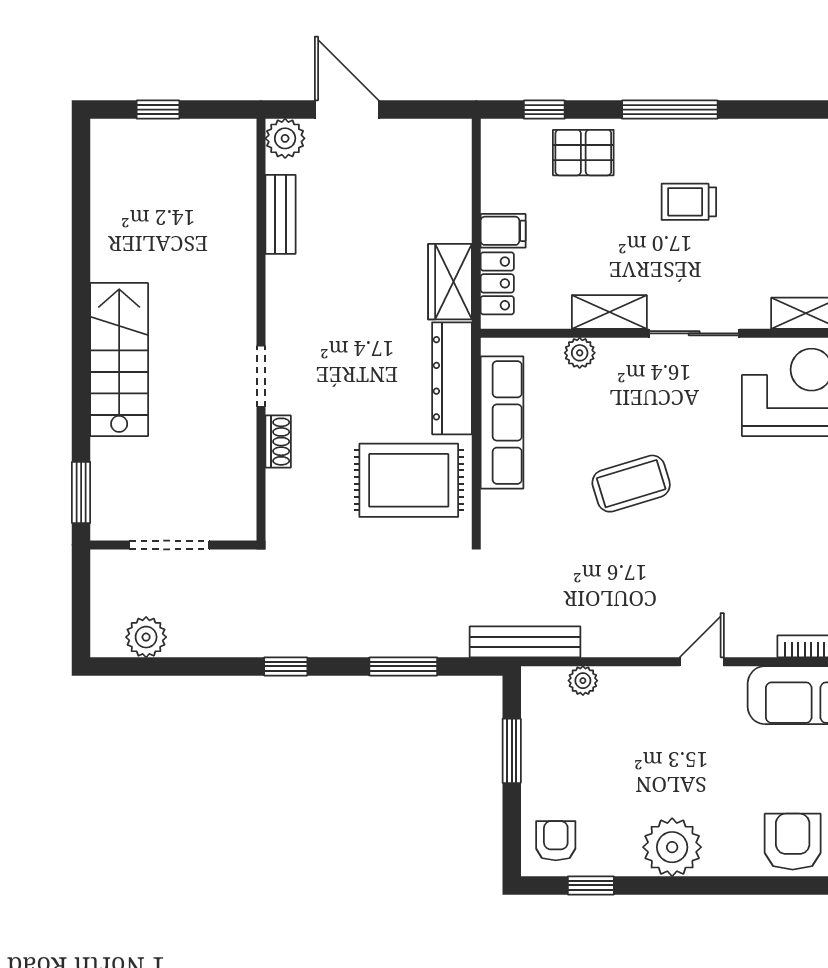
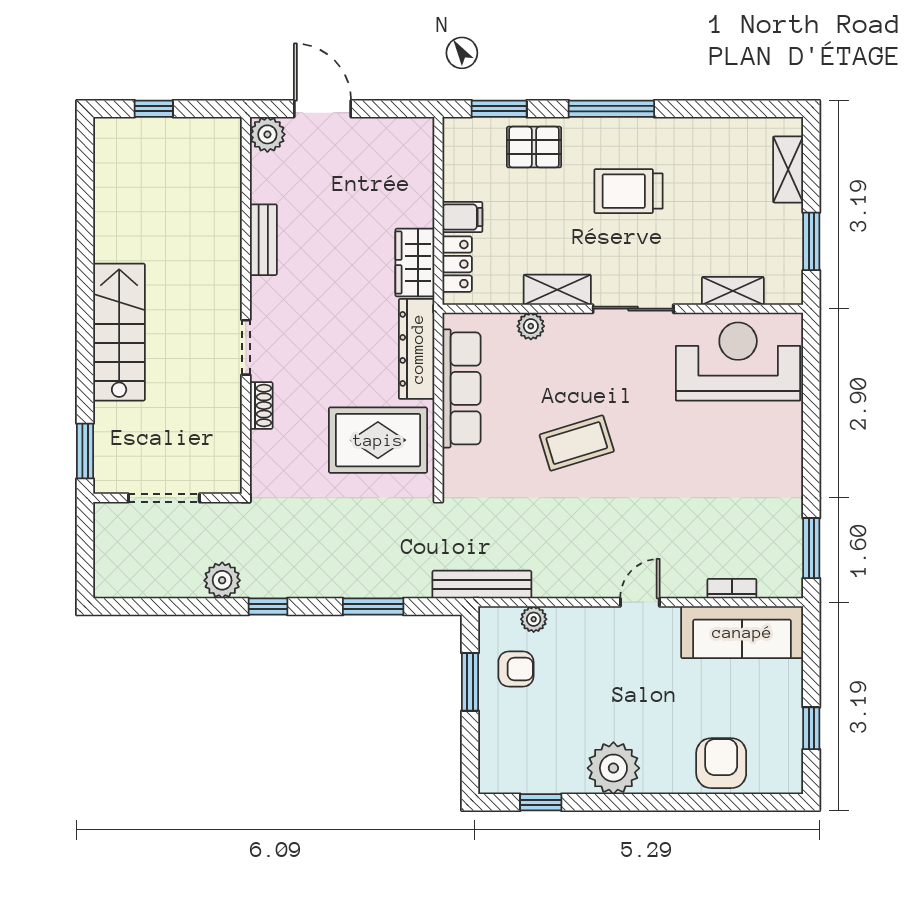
window: (544, 110) -> (499, 109), width x1.50
trolley: (689, 202) -> (628, 191), width x1.36, depth x1.39
bench: (281, 214) -> (263, 240), moved
plant: (146, 637) -> (222, 580), moved
armchair: (556, 841) -> (516, 669), moved, turned 90

